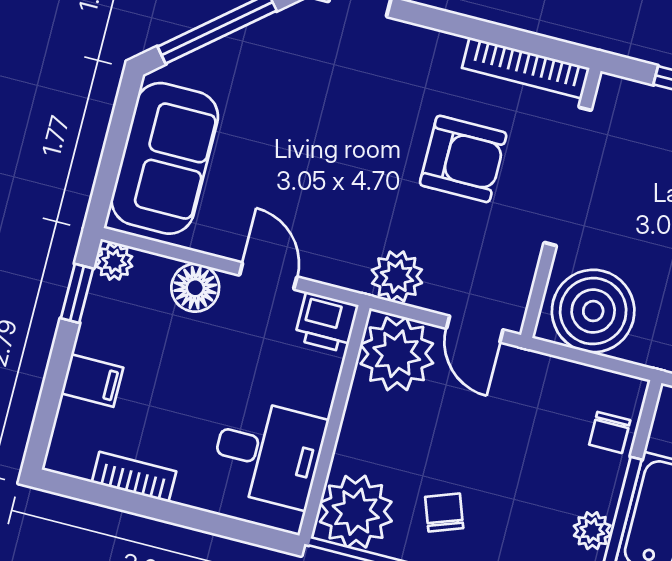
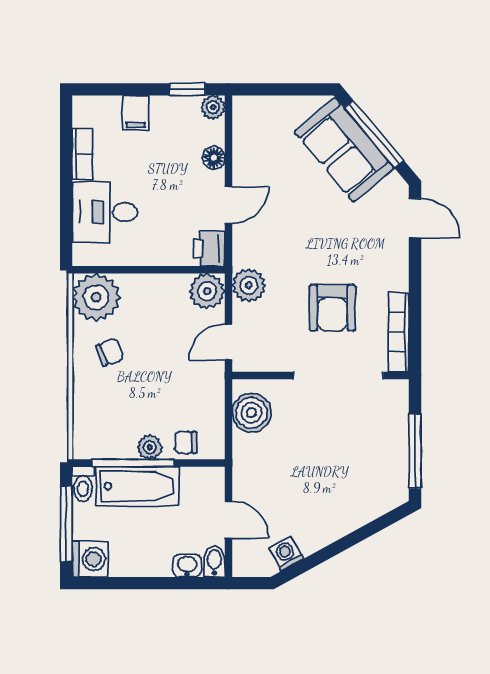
sofa: (165, 158) -> (344, 150), moved, turned 50
floor lamp: (195, 288) -> (214, 158), width x0.73, depth x0.73
boiler: (593, 311) -> (252, 413), width x0.73, depth x0.73
plant: (397, 354) -> (207, 291), width x0.73, depth x0.73
desk: (268, 453) -> (105, 212), moved, turned 90
plant: (592, 531) -> (150, 447), moved

